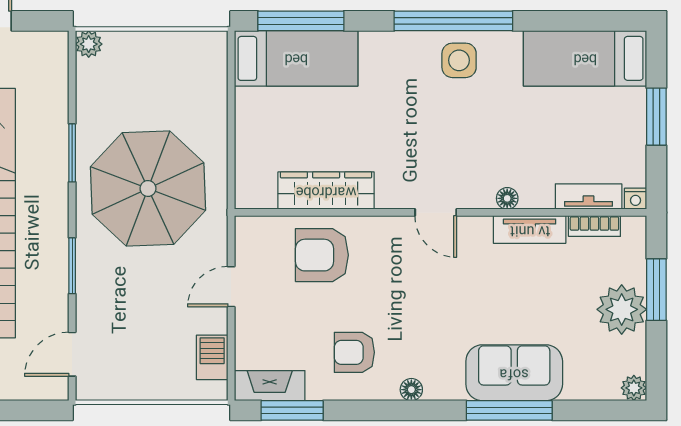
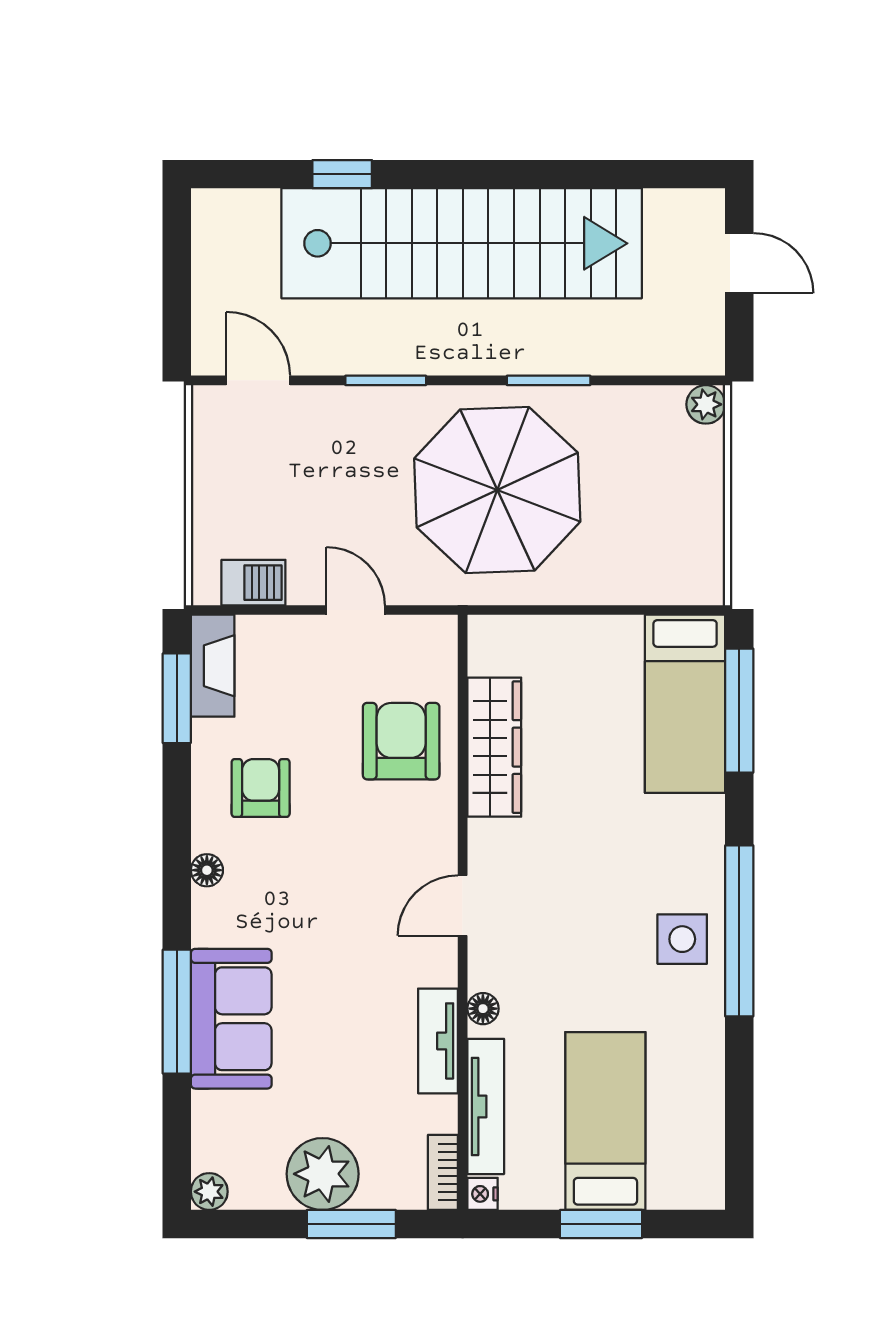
bed: (585, 58) -> (605, 1121), moved
tv unit: (589, 196) -> (486, 1106), width x1.41
bookcase: (594, 226) -> (443, 1172), moved

